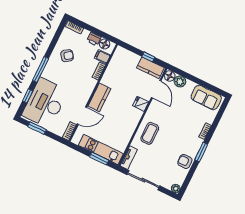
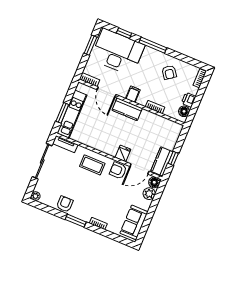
filing cabinet: (102, 57) -> (133, 94), moved
armchair: (156, 109) -> (118, 170), added

